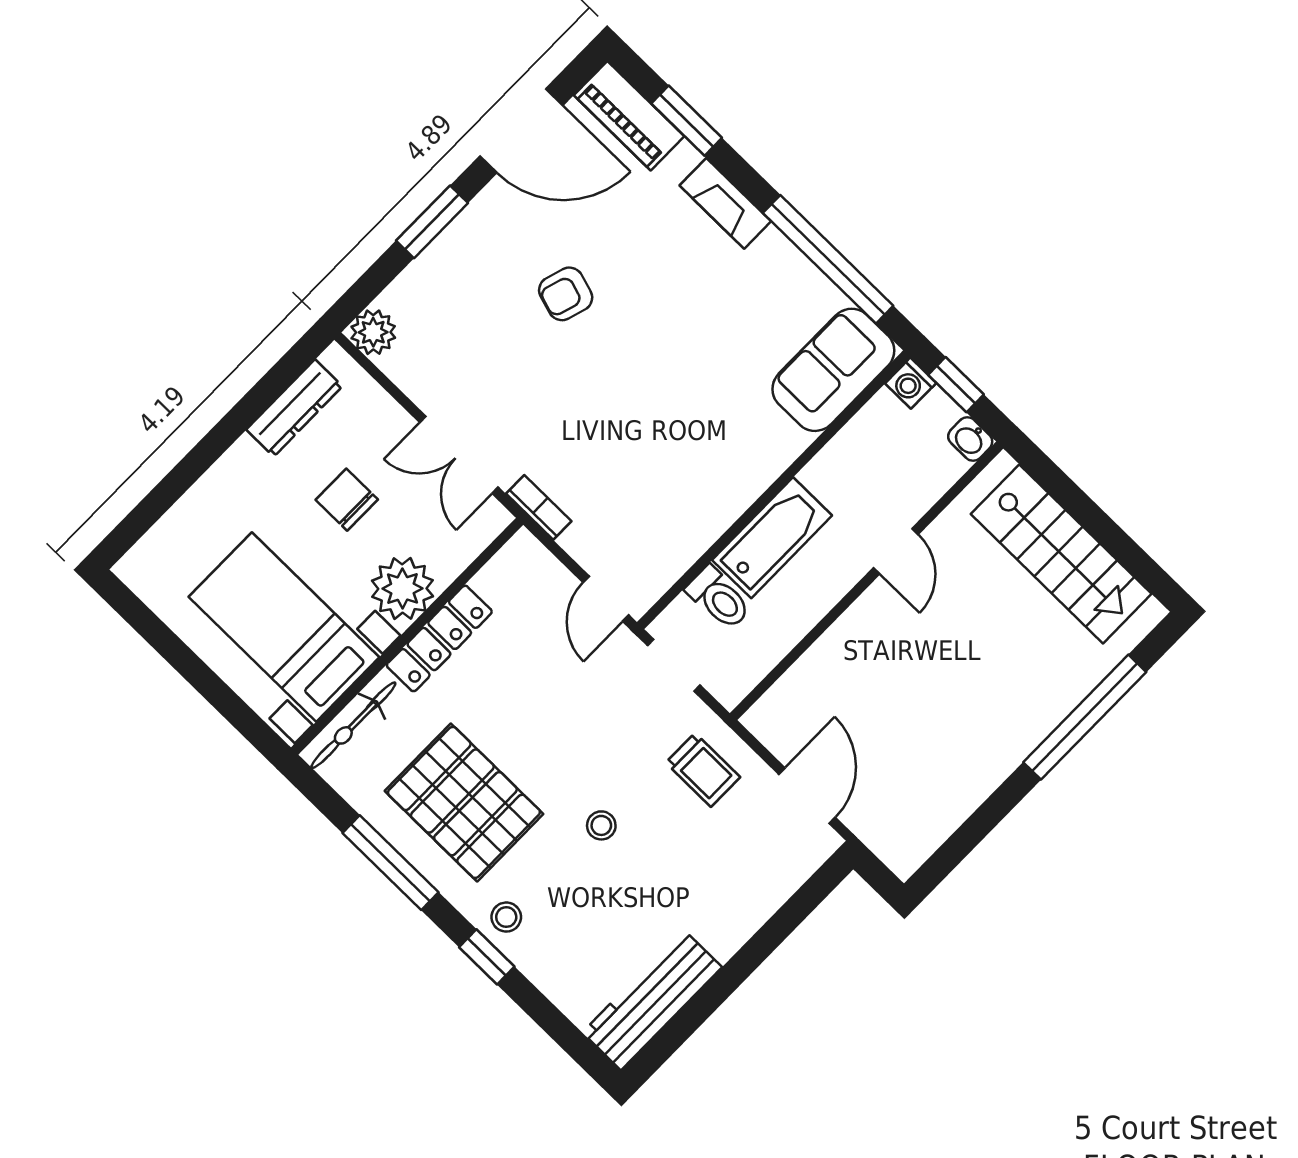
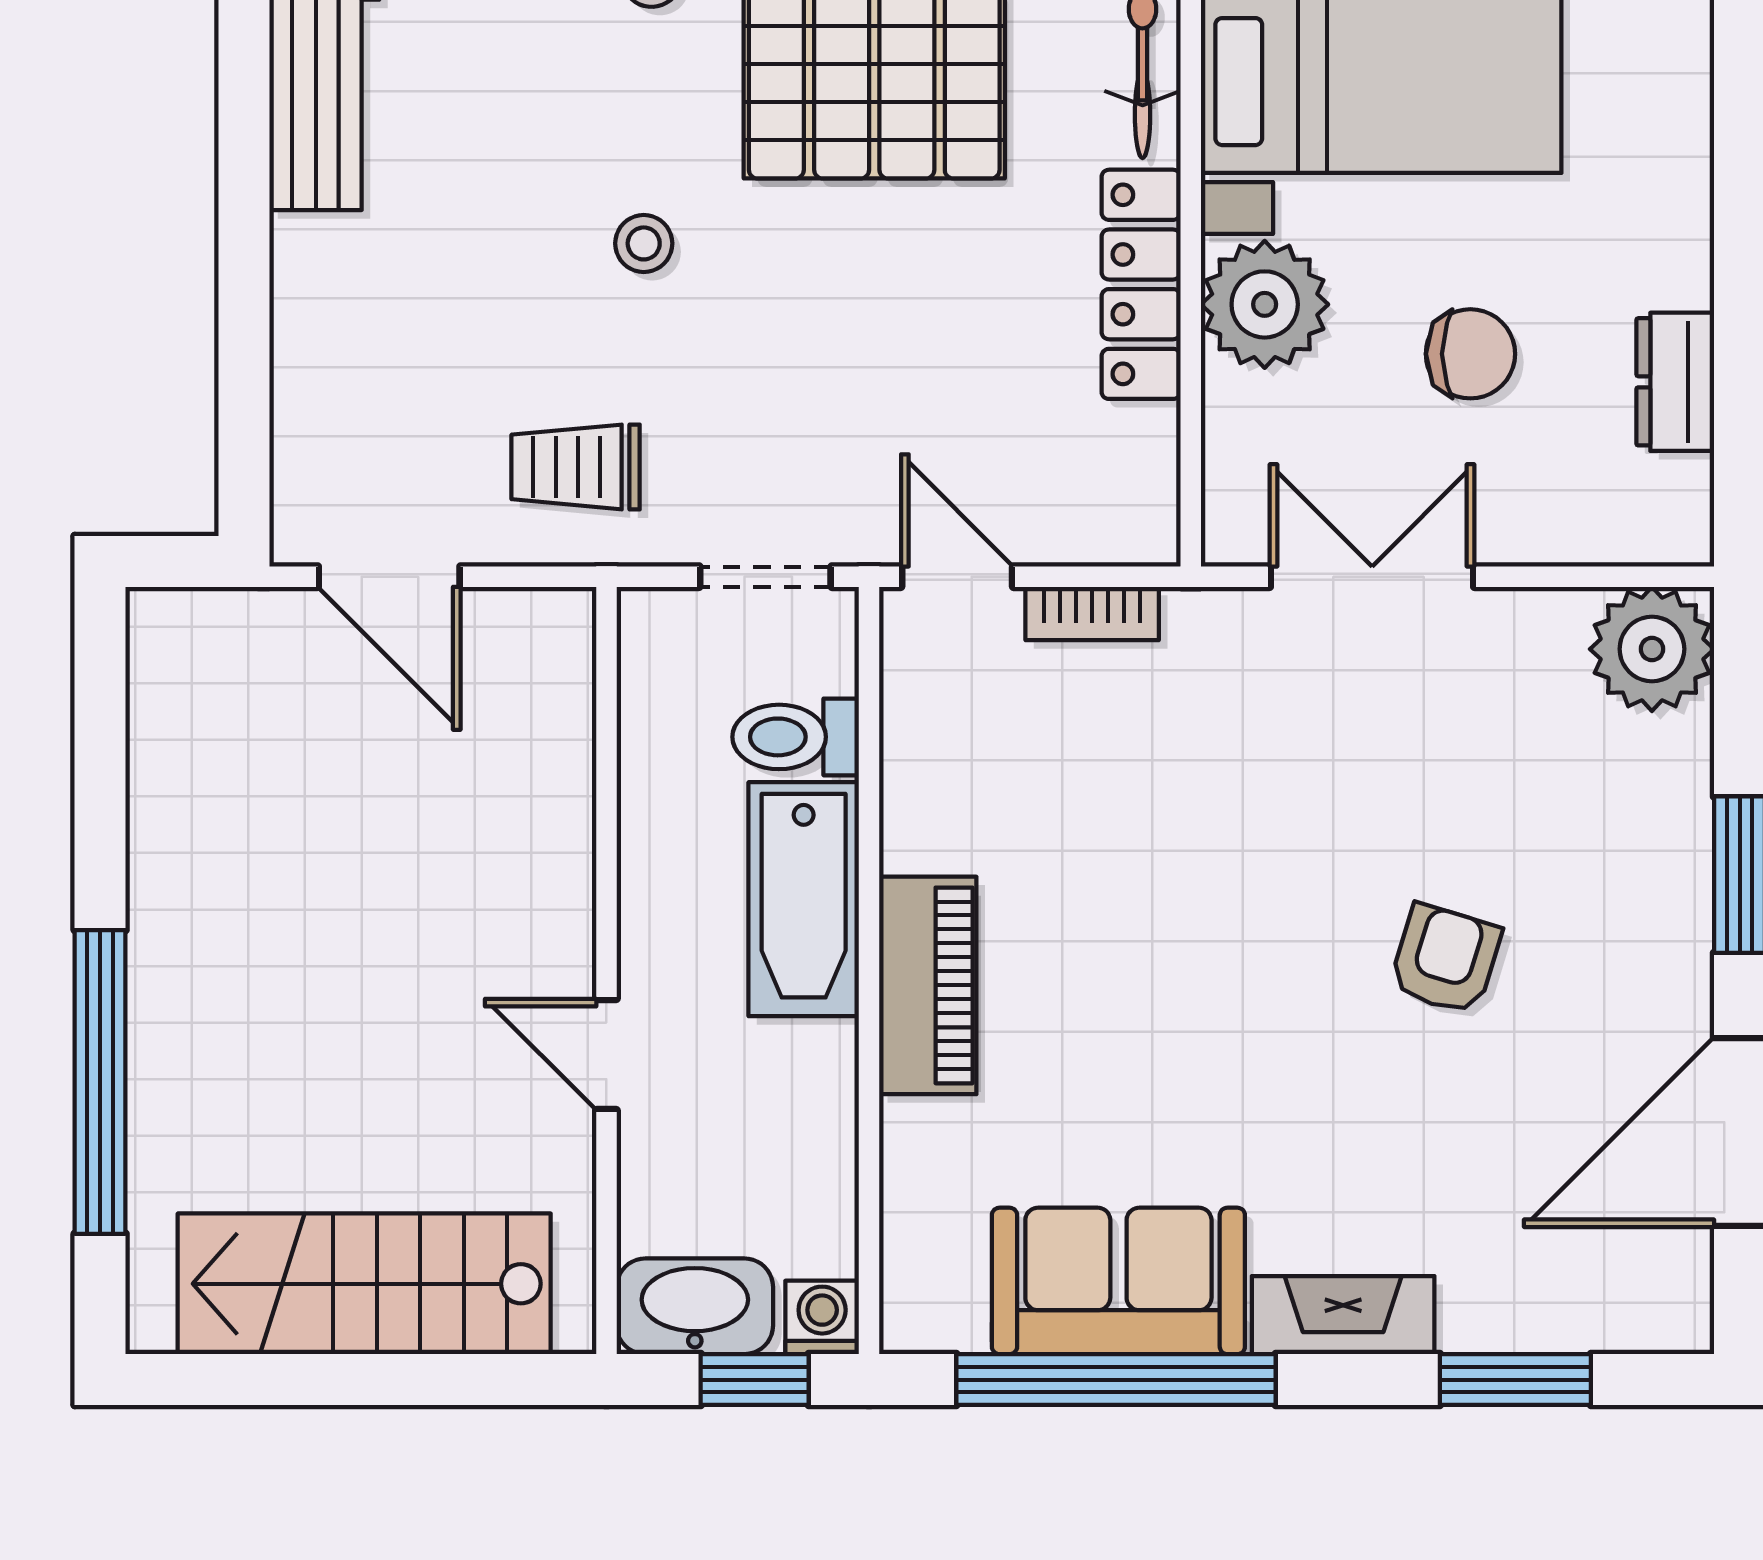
piano: (629, 116) -> (928, 985), moved, turned 90
plant: (373, 332) -> (1652, 649), width x1.36, depth x1.36
sofa: (833, 370) -> (1118, 1281), moved, turned -90
dresser: (294, 408) -> (1675, 382), width x0.70
washbasin: (970, 439) -> (695, 1306), width x1.91, depth x1.45
bookcase: (539, 507) -> (1092, 614), moved

